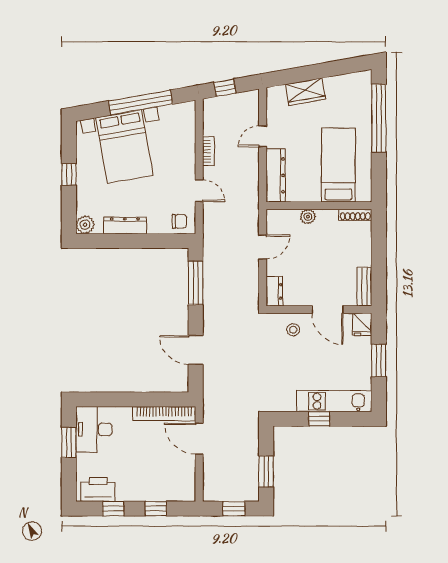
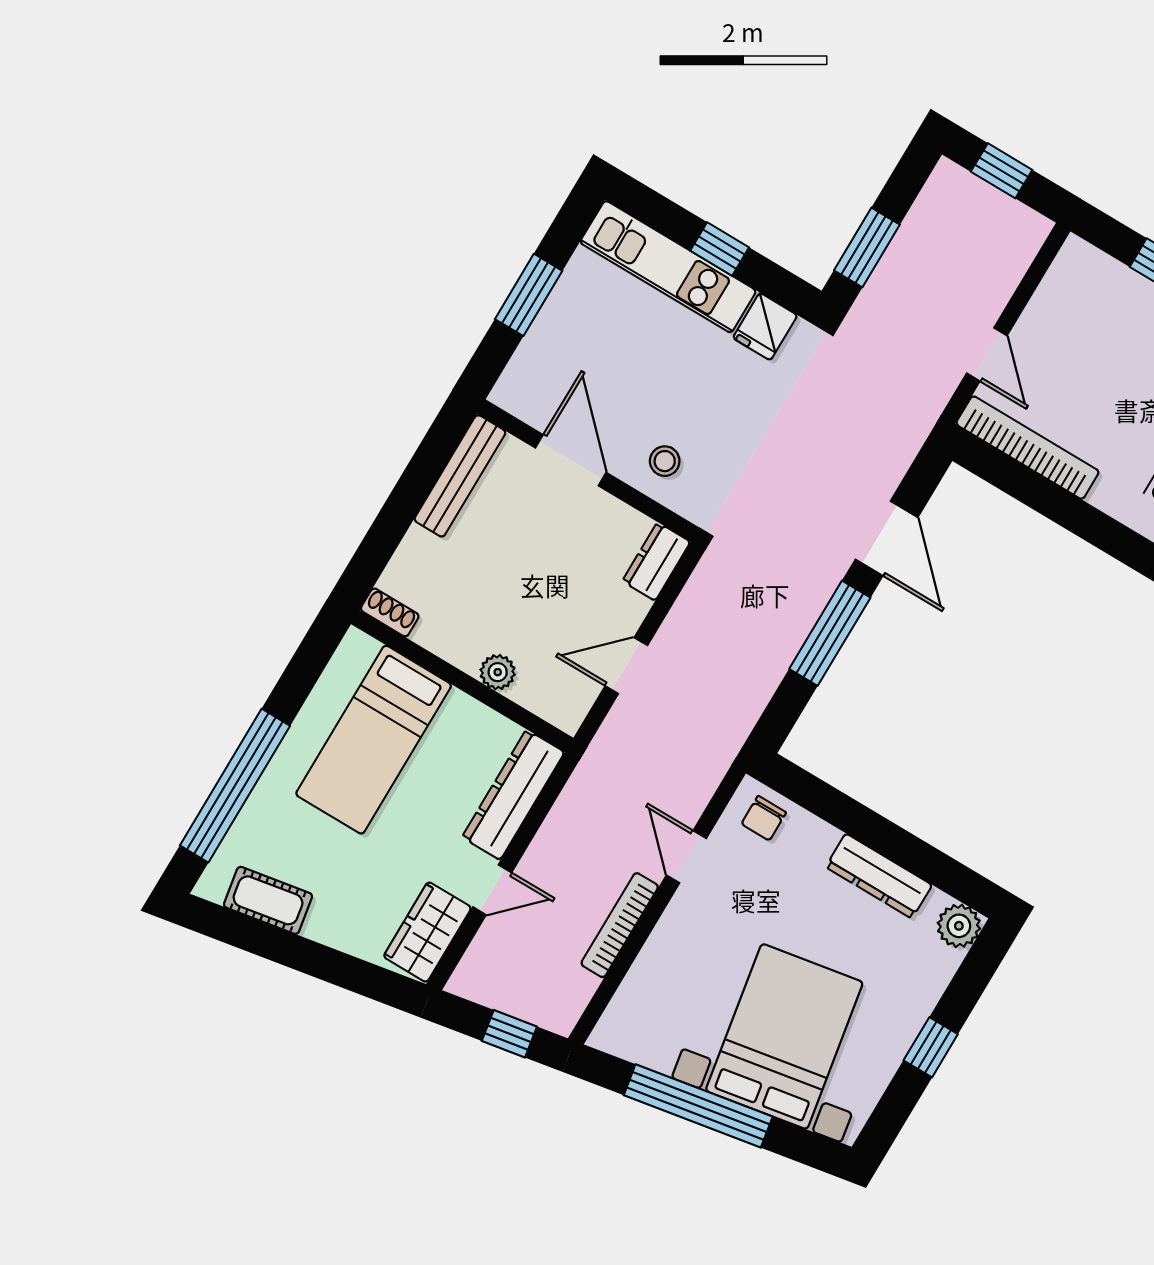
cot: (342, 84) -> (268, 900), added
wardrobe: (306, 92) -> (427, 932), moved, turned -80
bookcase: (209, 151) -> (620, 925), width x1.56
shoe rack: (355, 215) -> (390, 612), width x0.70
chair: (179, 221) -> (764, 818), turned -90
window: (196, 283) -> (830, 633), moved
bench: (364, 287) -> (460, 476), width x1.36
fridge: (362, 324) -> (765, 327), moved, turned 180
door: (199, 439) -> (987, 354), width x0.73
window: (266, 471) -> (867, 247), moved

